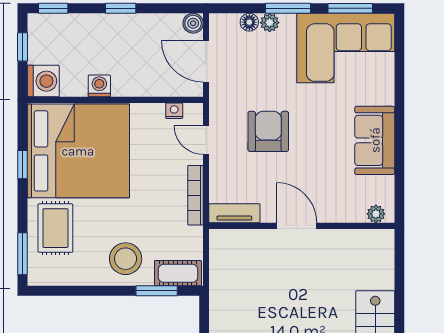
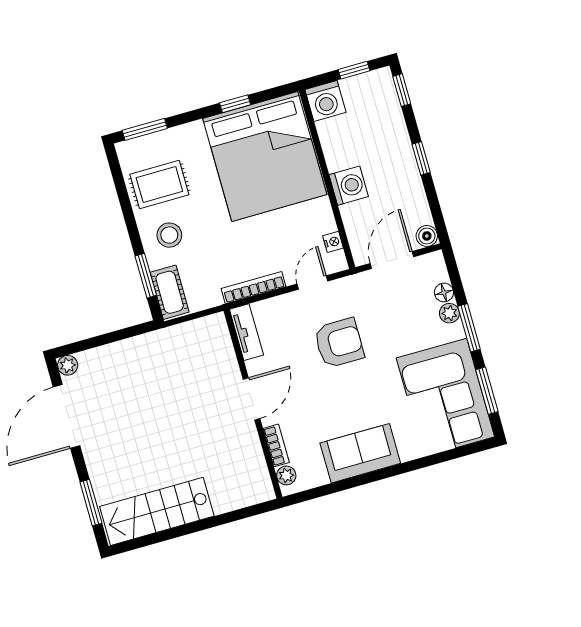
washing machine: (99, 86) -> (349, 186), moved, width x1.38, depth x1.38
bookcase: (346, 215) -> (276, 445), added
rug: (55, 228) -> (159, 185), moved
stool: (126, 259) -> (169, 235), width x0.73, depth x0.73

